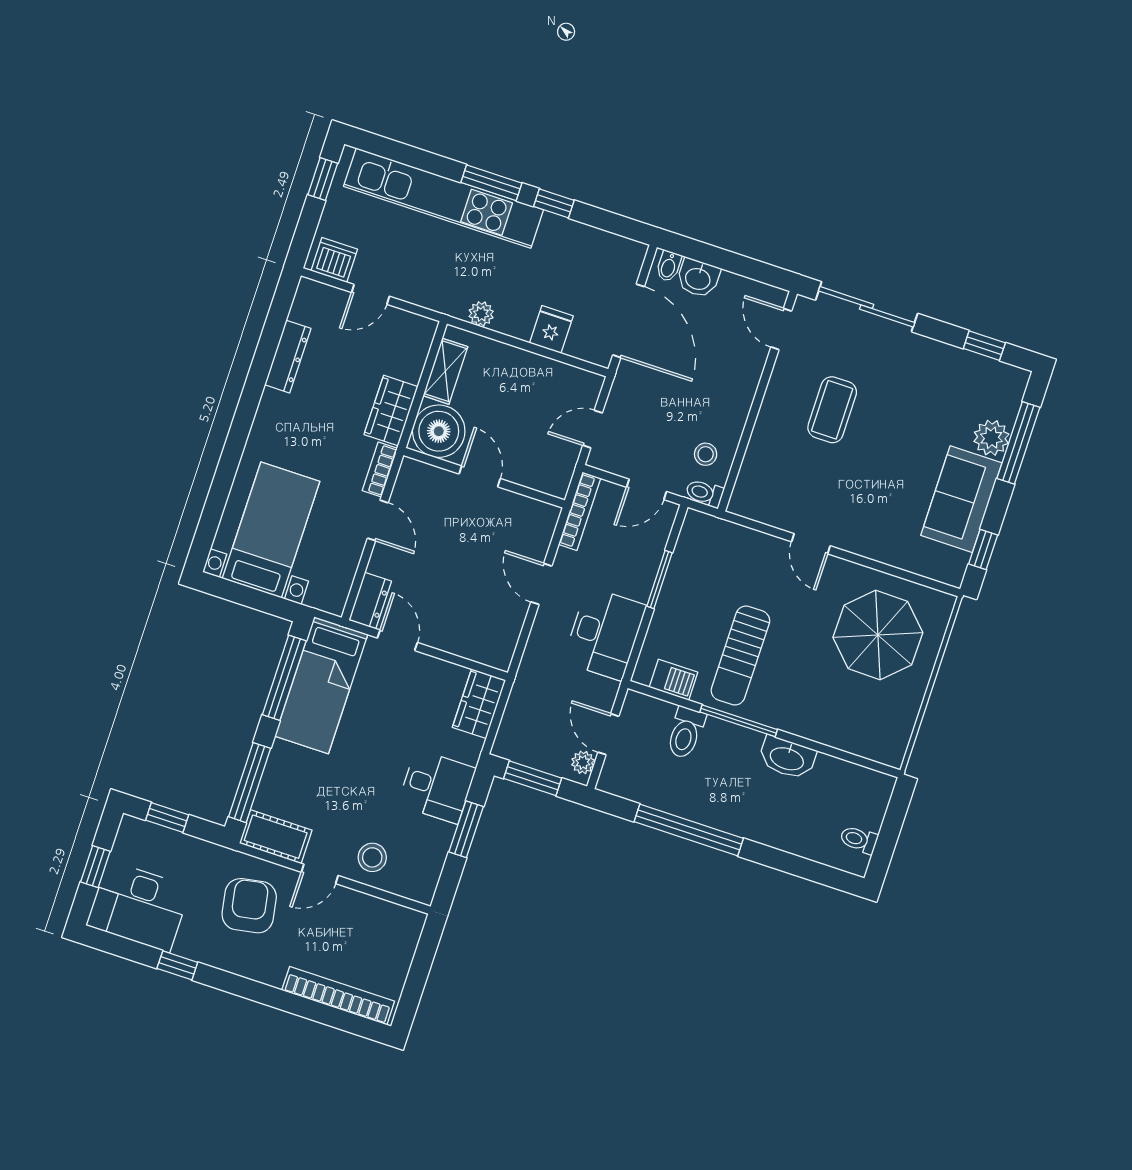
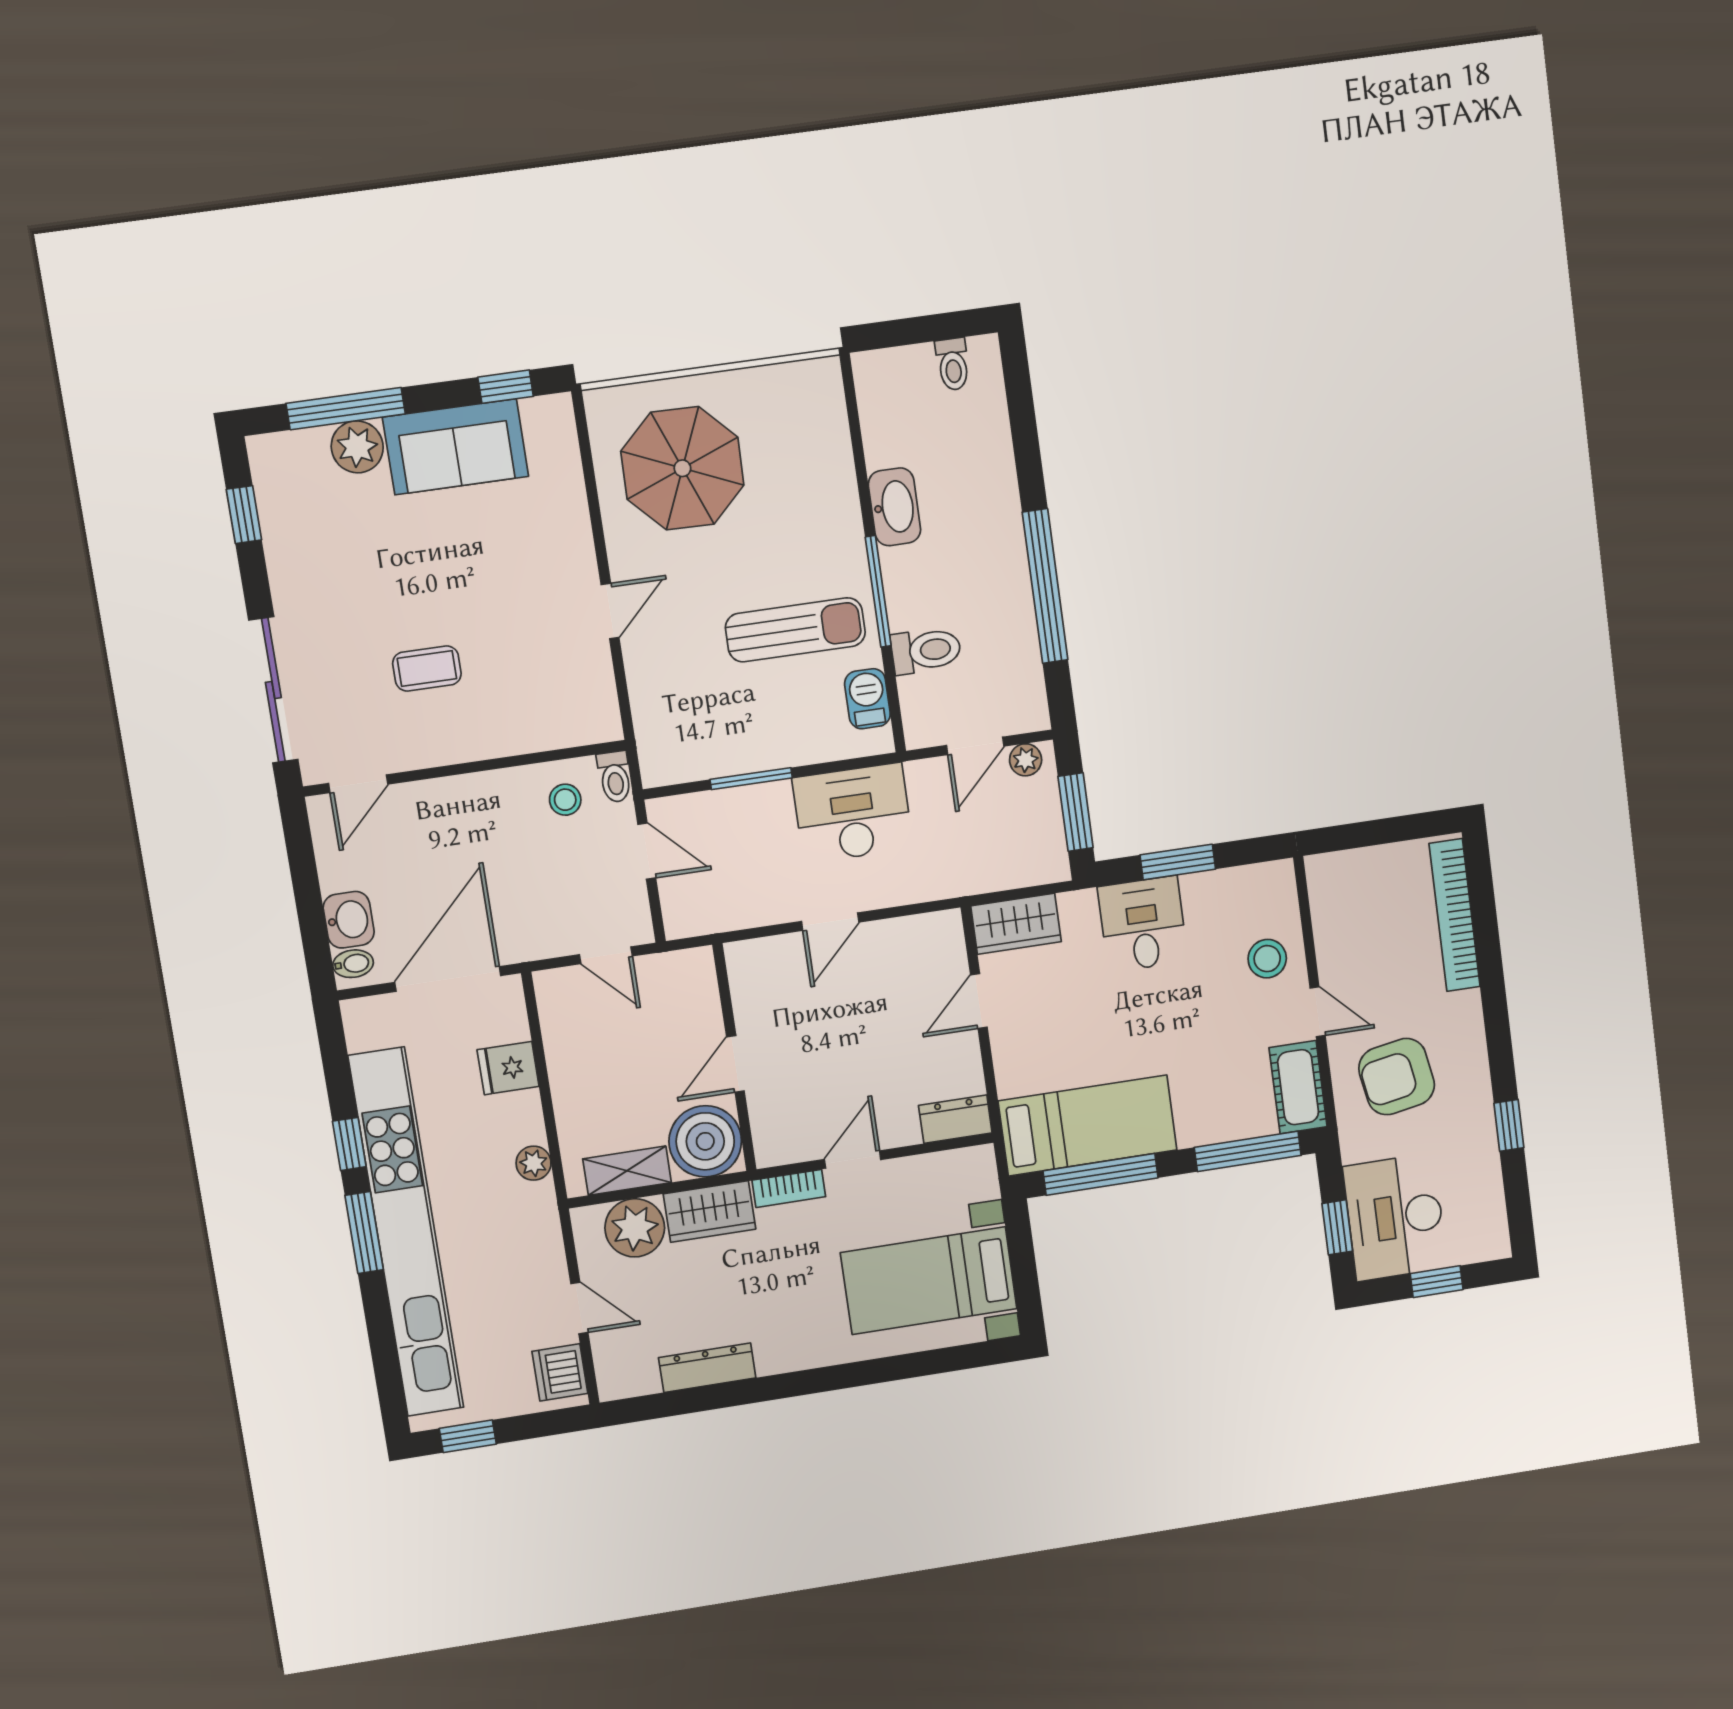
kitchen unit: (444, 198) -> (406, 1233), width x1.36
plant: (405, 357) -> (635, 1228), added
coffee table: (832, 410) -> (427, 669), width x0.73, depth x0.77
bookcase: (580, 511) -> (716, 920), removed
door: (397, 640) -> (979, 1001), moved
desk: (139, 906) -> (1395, 1217), moved, turned 180

